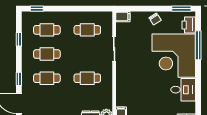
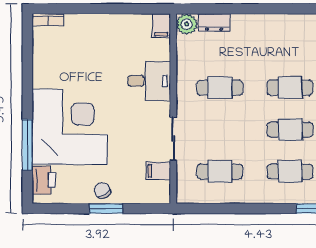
window: (181, 9) -> (106, 209), moved
filing cabinet: (123, 17) -> (158, 171), moved
desk: (183, 90) -> (149, 81), moved, turned 180

